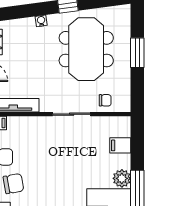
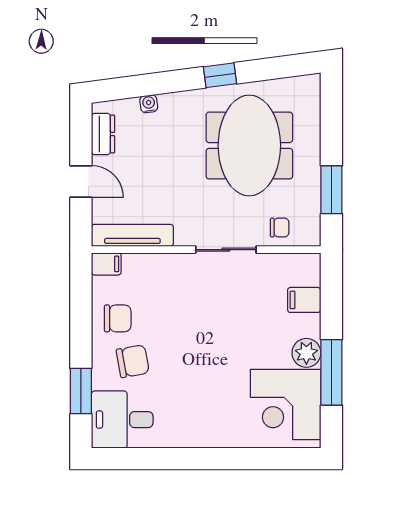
water cooler: (41, 21) -> (149, 104), moved
window: (137, 53) -> (331, 190), moved

